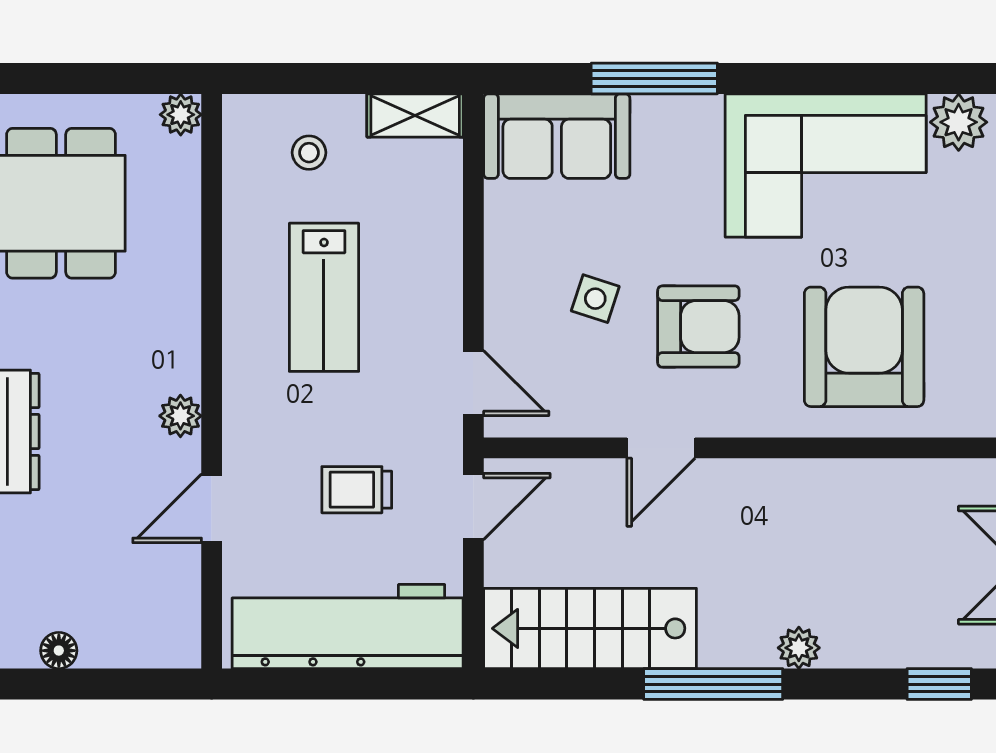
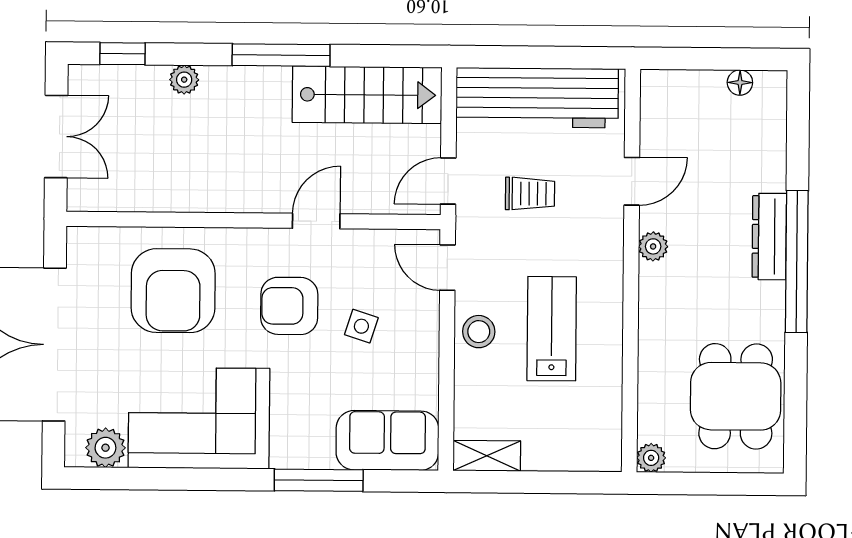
stool: (309, 153) -> (479, 332), moved, width x1.37, depth x1.37
plant: (799, 648) -> (184, 80), moved

